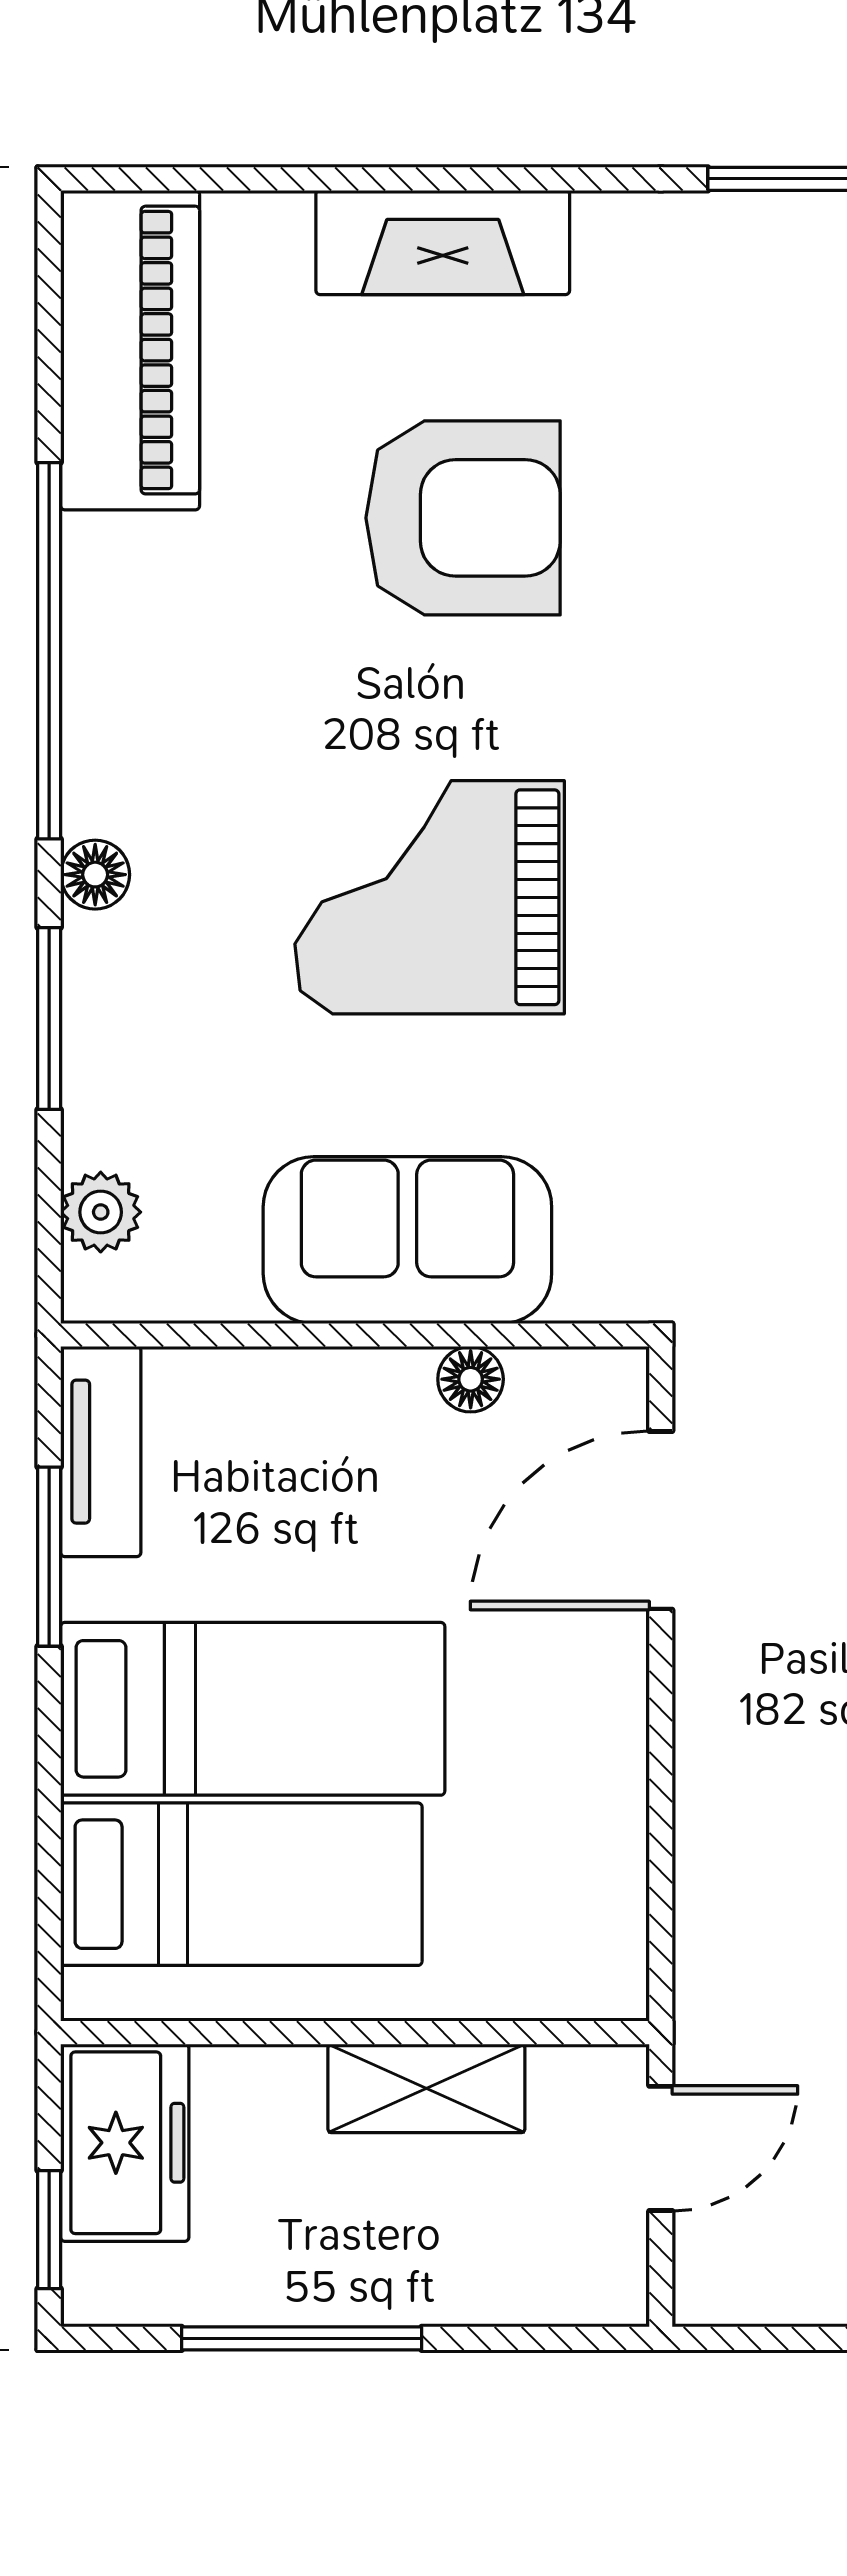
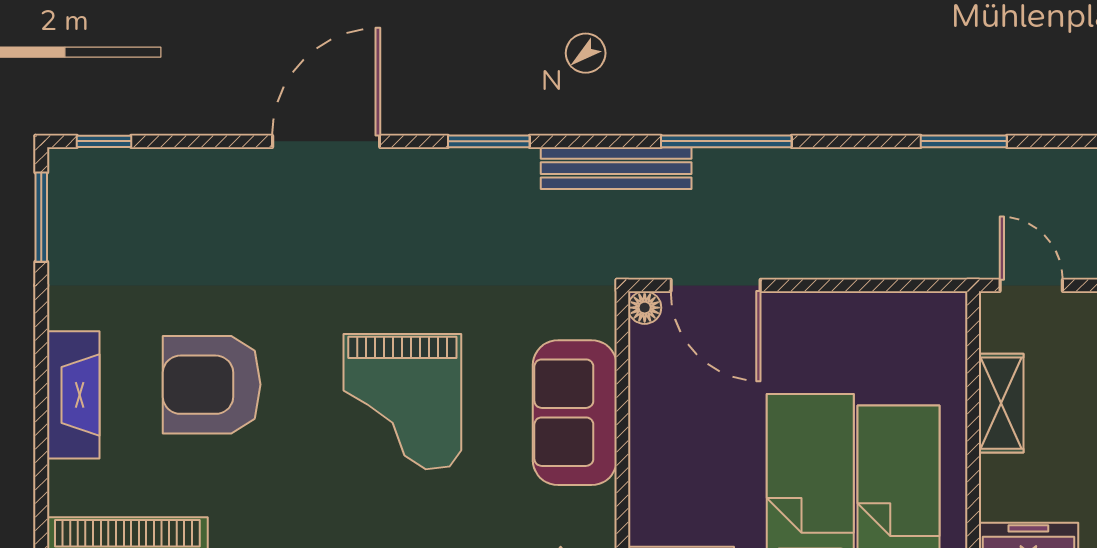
armchair: (463, 518) -> (212, 385), turned -90
floor lamp: (471, 1379) -> (645, 308), moved

